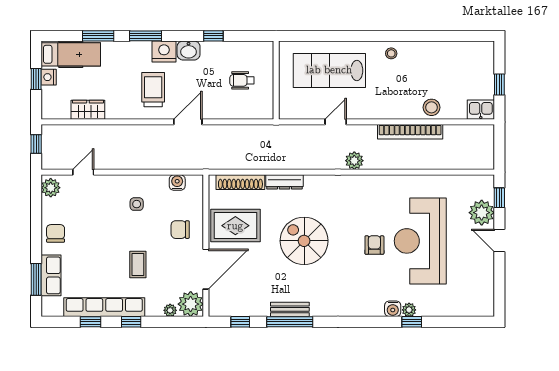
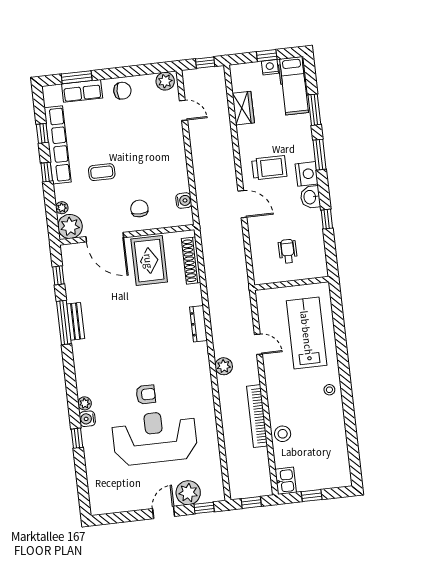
window: (499, 148) -> (251, 502), added
dresser: (284, 182) -> (198, 324), moved
side table: (137, 204) -> (159, 164), removed
spiral stairs: (304, 241) -> (142, 327), removed
plant: (409, 310) -> (85, 403), moved

